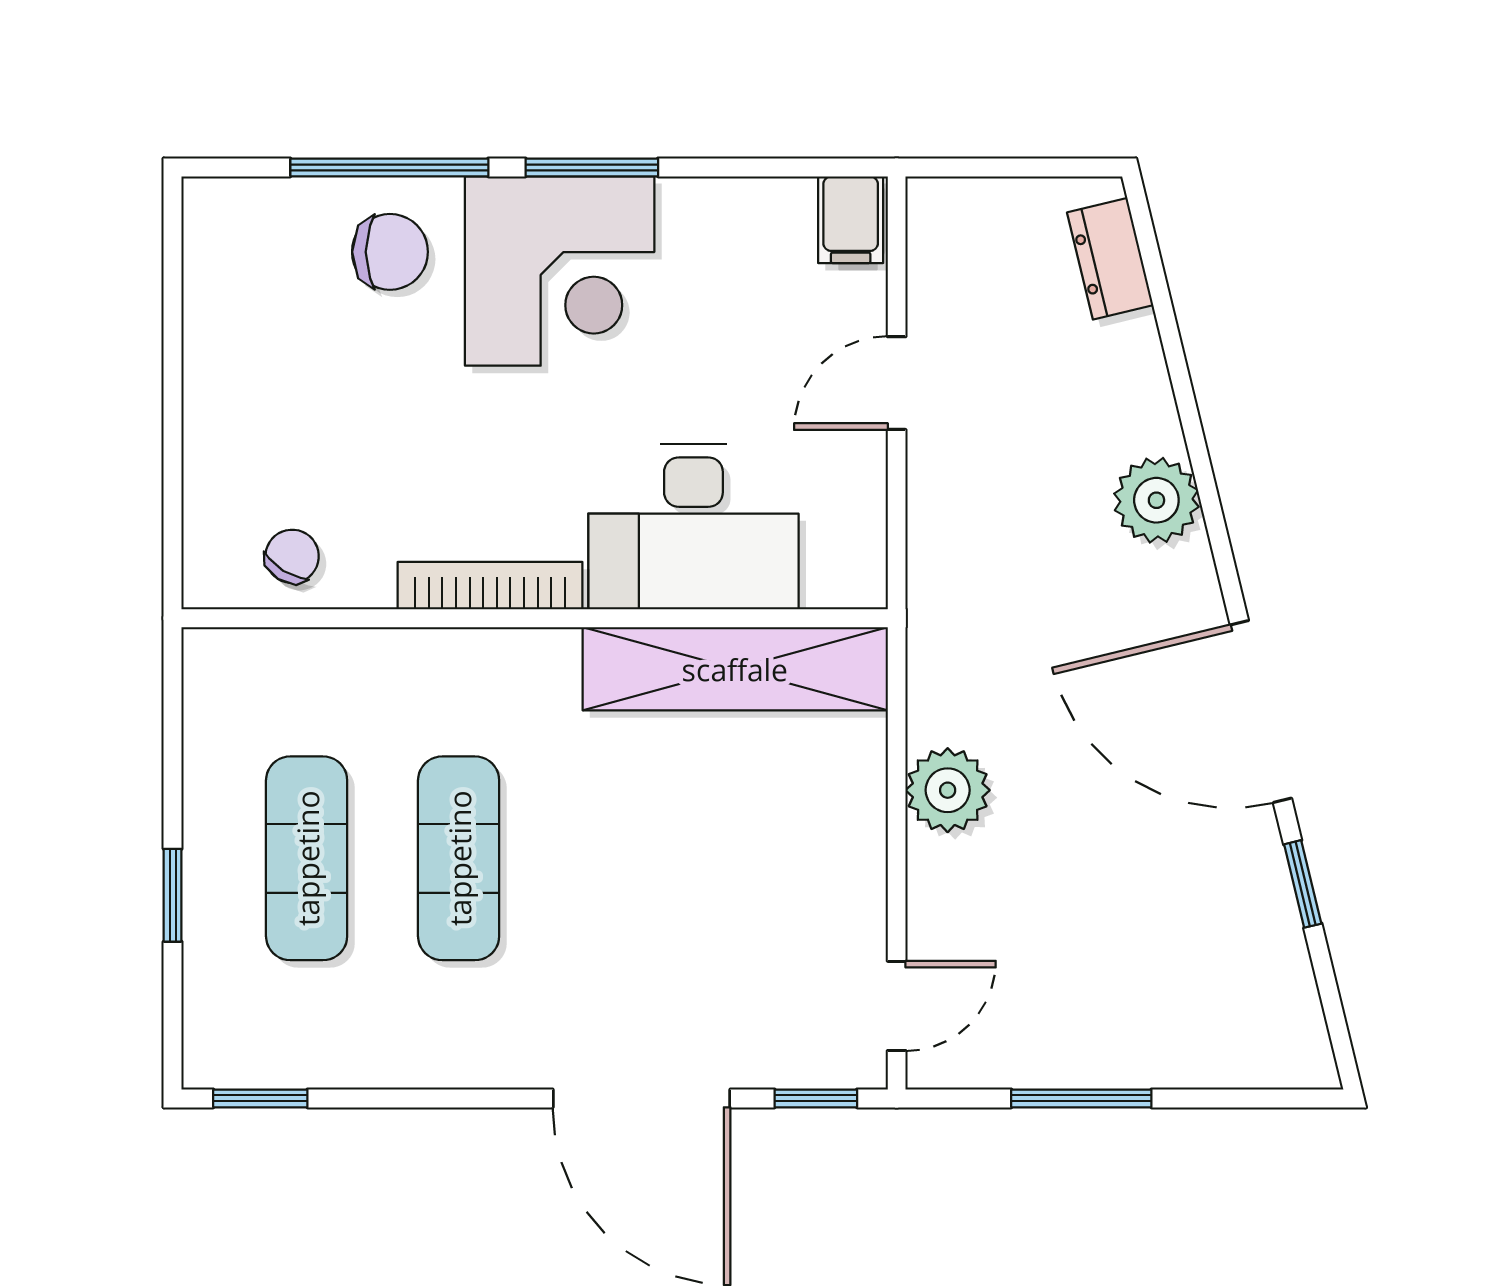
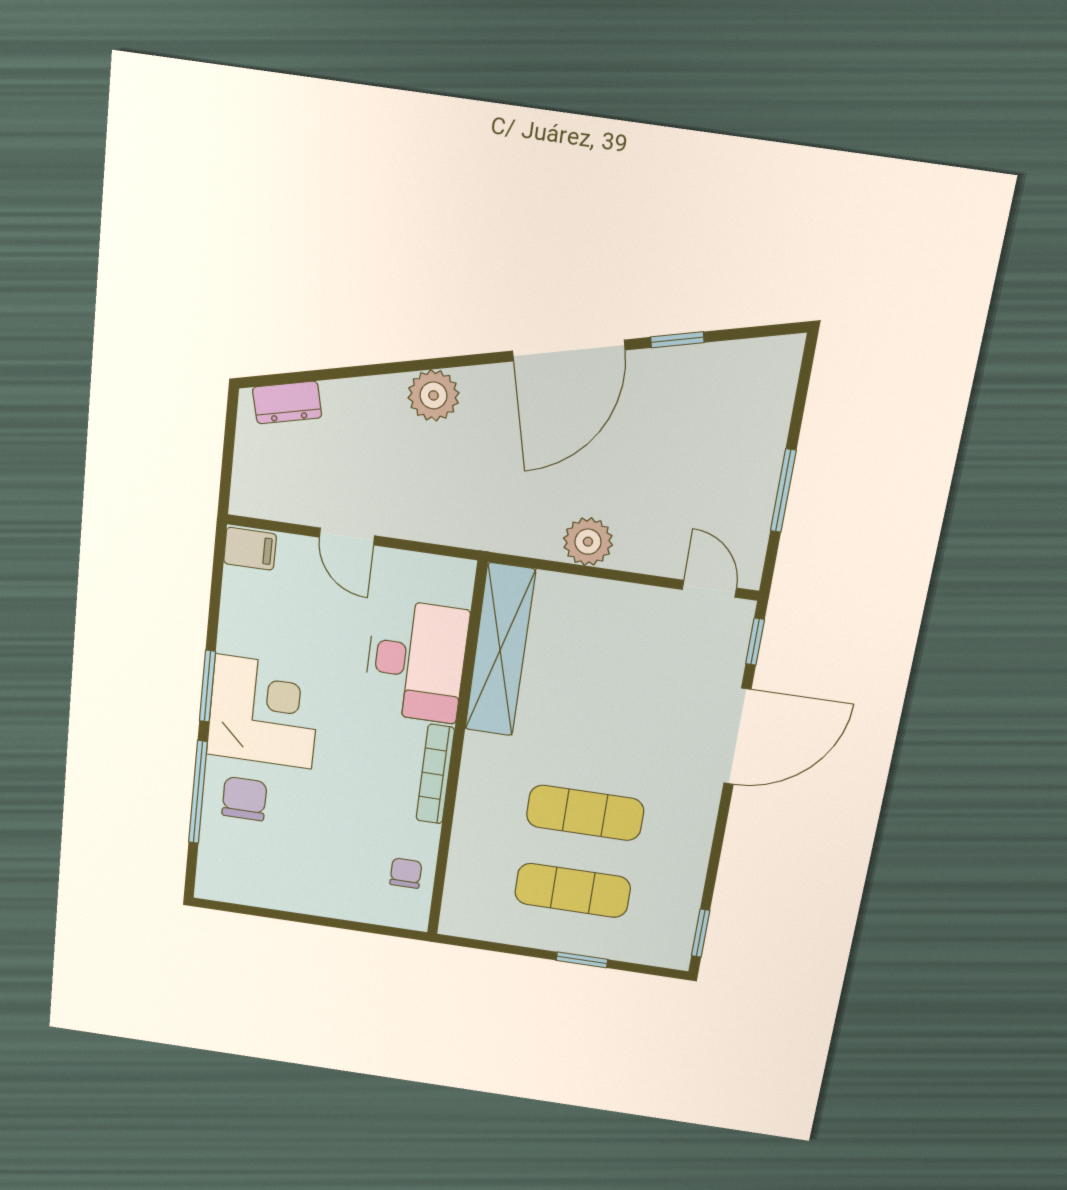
chair: (292, 556) -> (406, 873), turned 58

